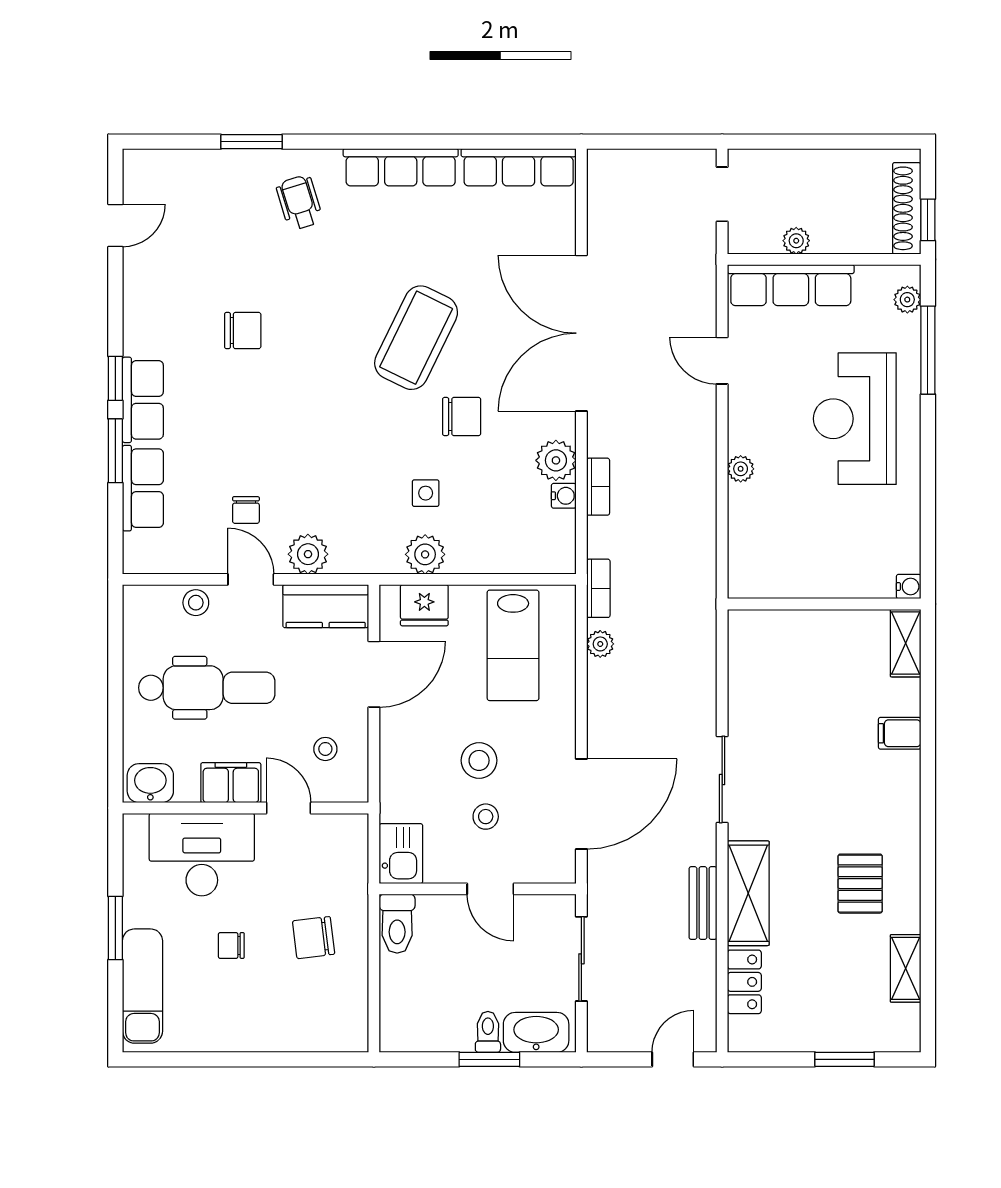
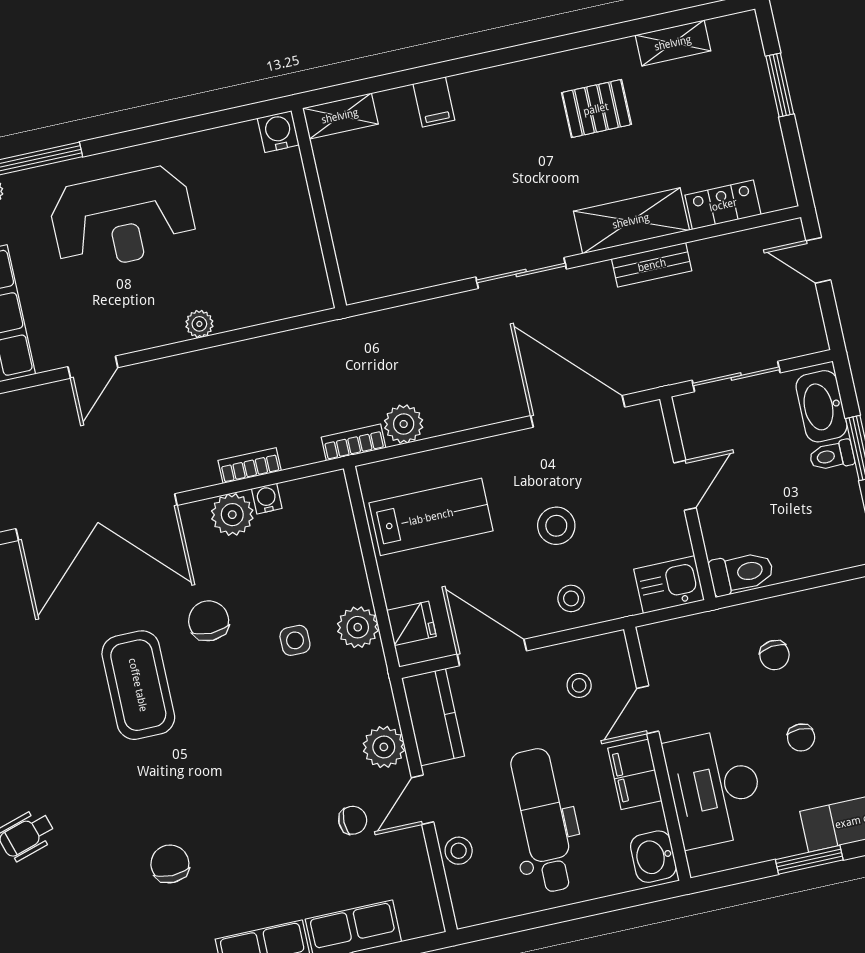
coffee table: (416, 338) -> (138, 685), turned 64
water cooler: (909, 587) -> (278, 132), width x1.38, depth x1.38
fridge: (424, 605) -> (411, 623), width x0.72
plant: (600, 644) -> (404, 424), width x1.38, depth x1.38
stool: (486, 817) -> (571, 598), moved
chair: (314, 938) -> (774, 655), width x0.73, depth x0.73

